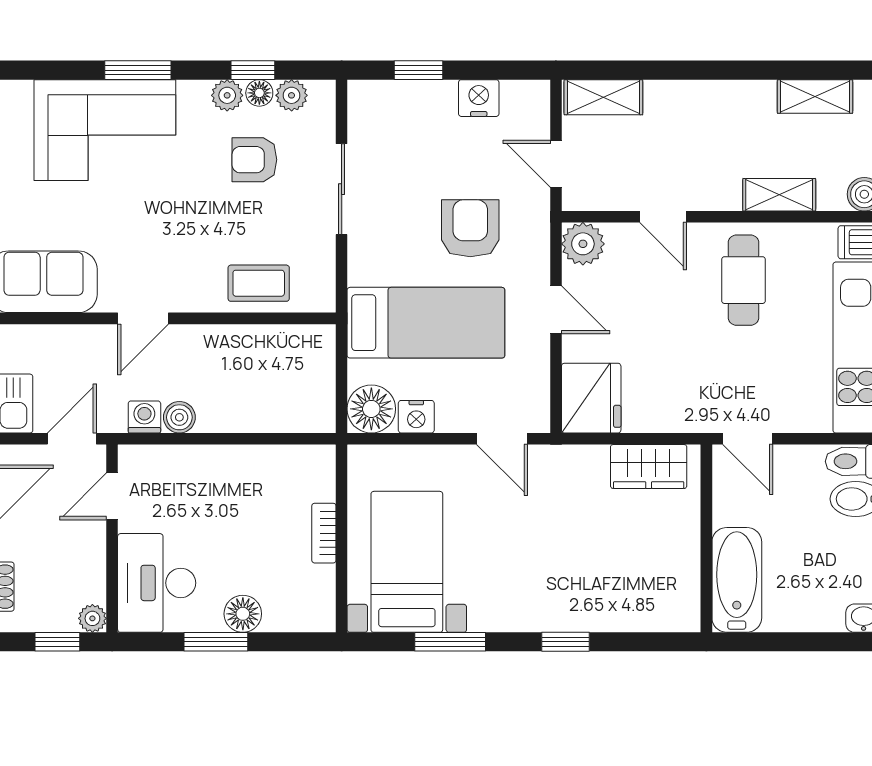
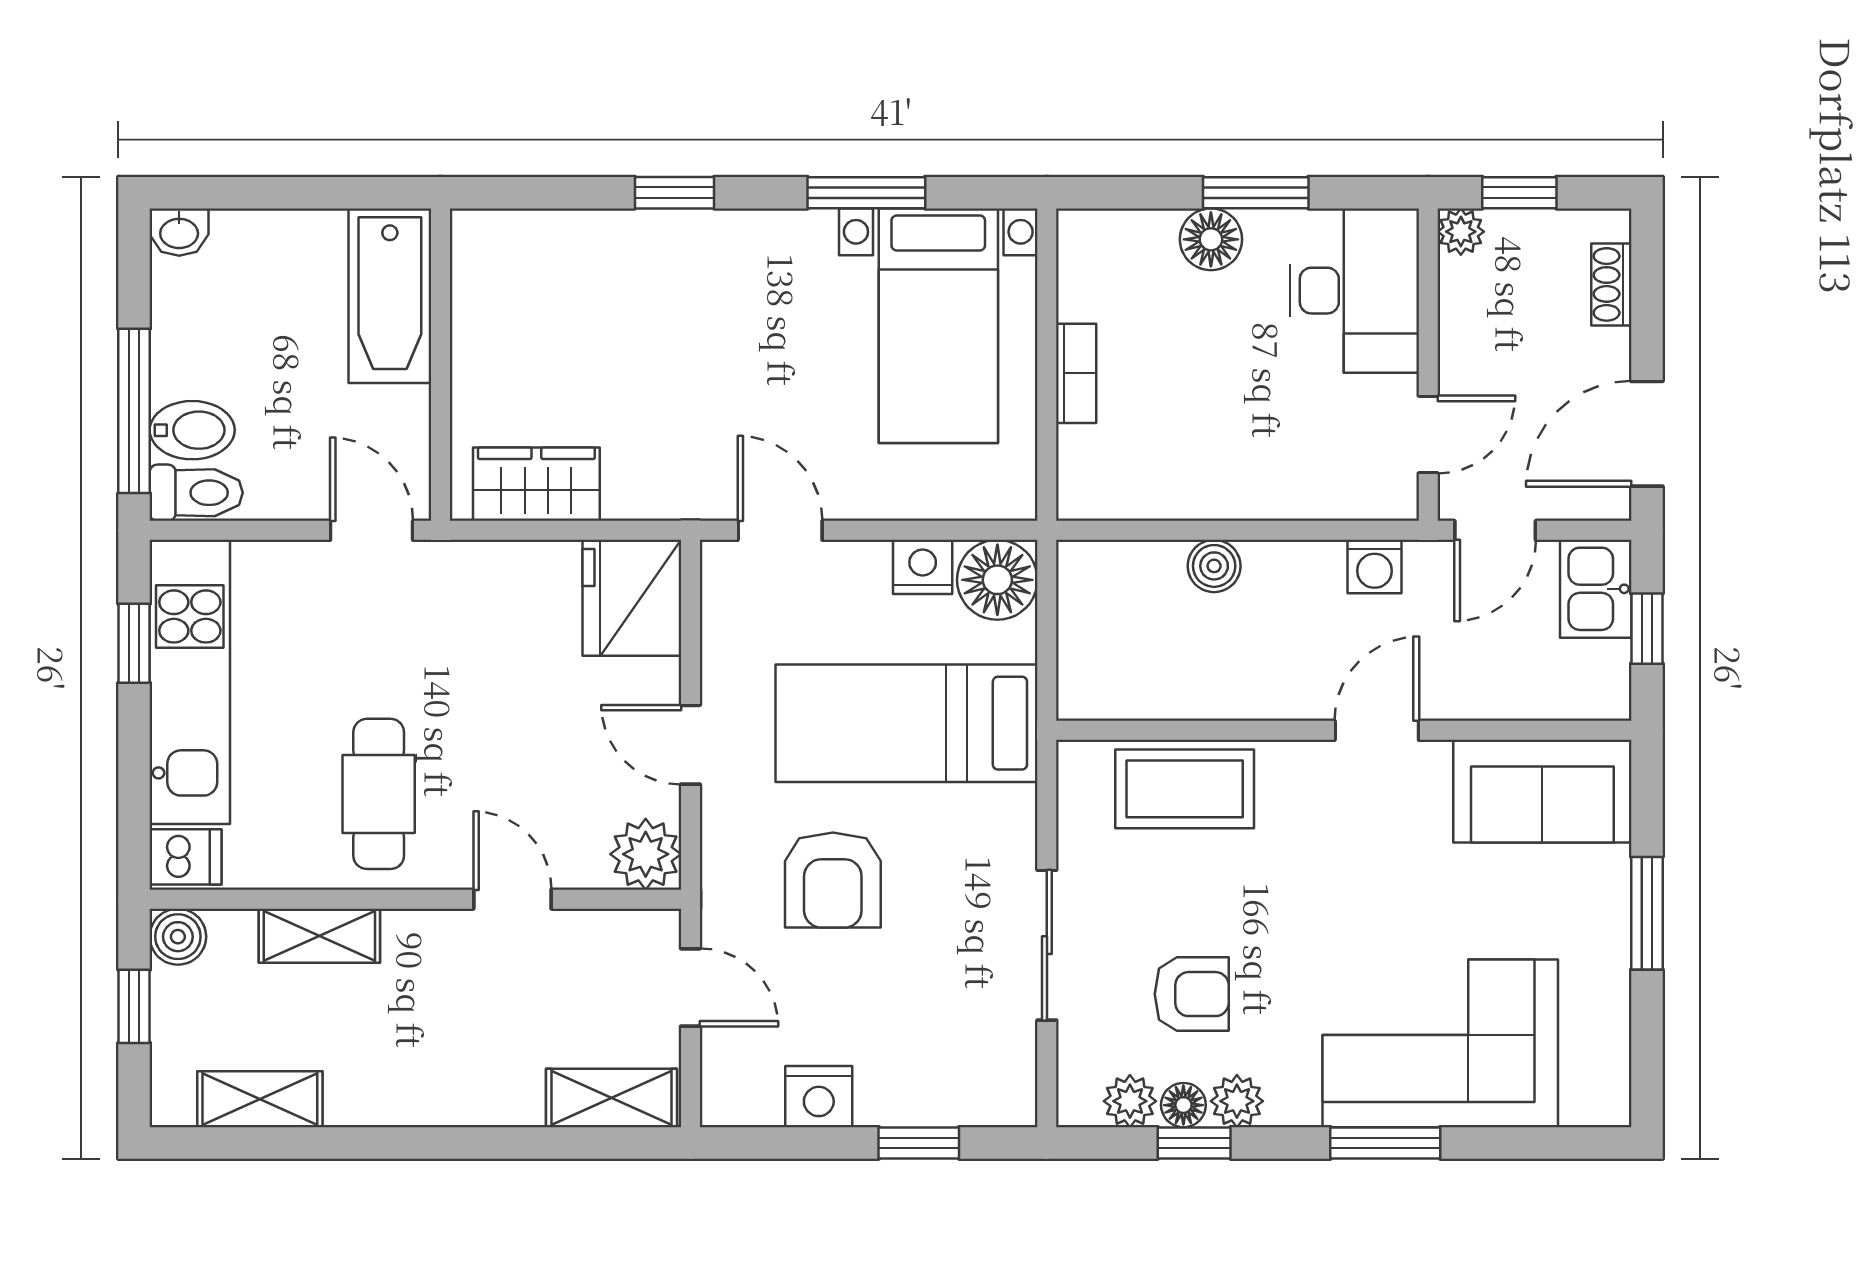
coffee table: (259, 283) -> (1185, 789), width x1.36, depth x1.30
boiler: (179, 417) -> (1214, 566), moved

